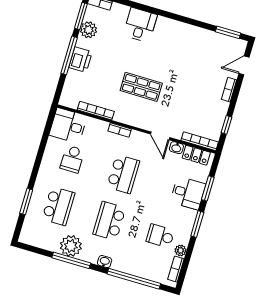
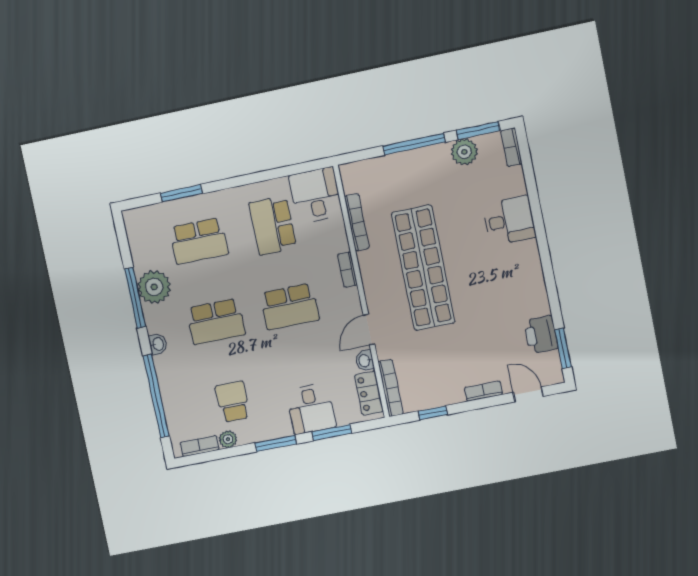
printer: (80, 60) -> (541, 335), moved, turned 90
shop shelf: (141, 87) -> (423, 268), width x2.00, depth x1.36
school desk: (72, 159) -> (273, 225), width x1.85
school desk: (109, 221) -> (216, 322), turned 180

